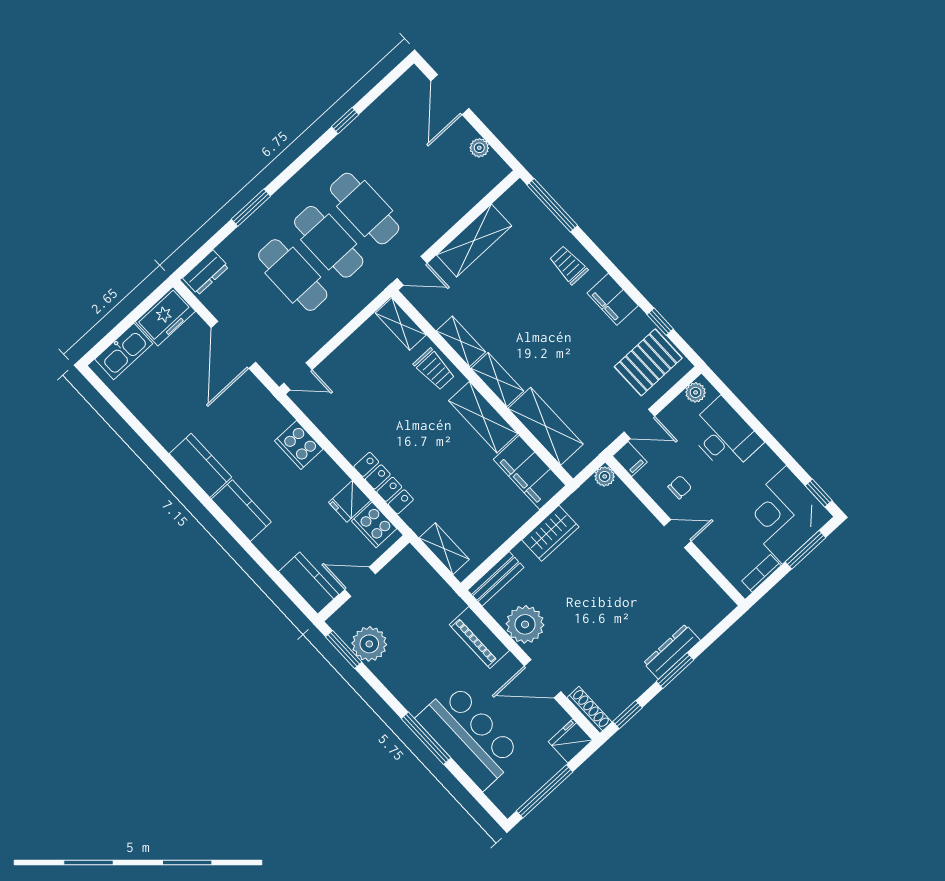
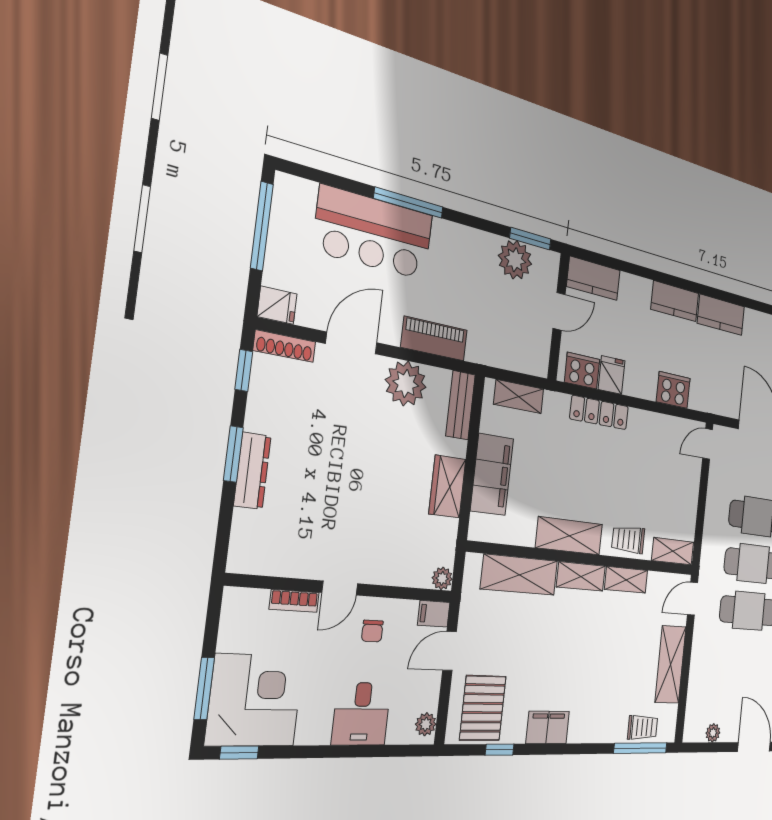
trolley: (568, 265) -> (643, 727), moved
desk: (724, 436) -> (361, 714), width x0.73
filing cabinet: (529, 472) -> (492, 474), moved, turned 90
bookcase: (761, 573) -> (294, 601), moved, turned 90
fridge: (570, 741) -> (277, 305), width x0.72

